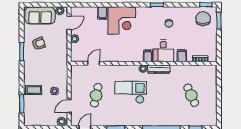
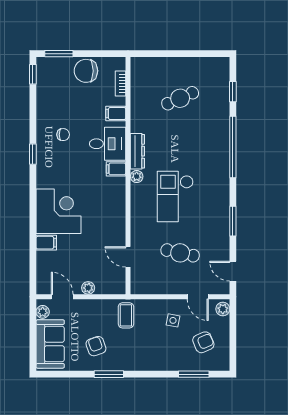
chair: (203, 19) -> (86, 71), moved
coffee table: (34, 90) -> (126, 315), moved
armchair: (41, 110) -> (203, 342), added

